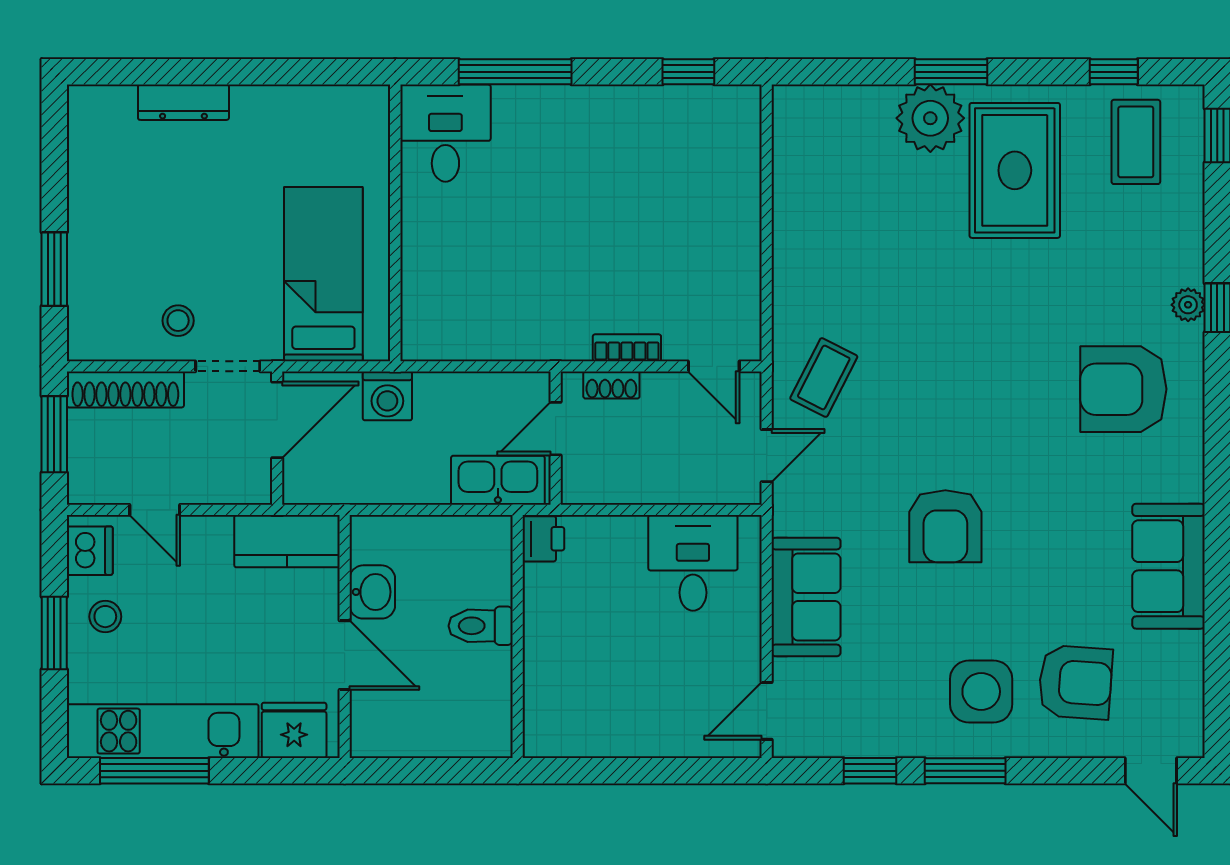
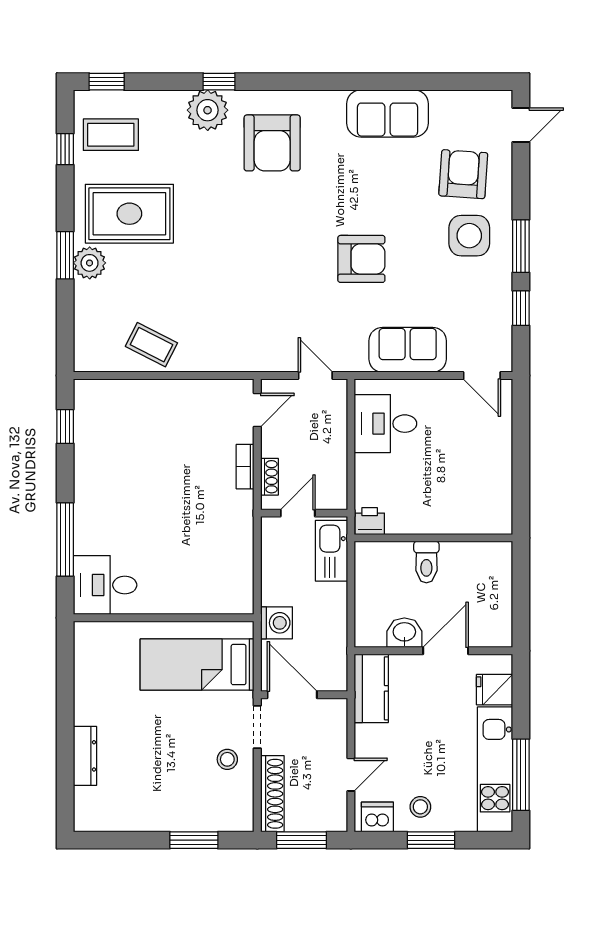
plant: (930, 118) -> (90, 263), width x0.73, depth x0.73
plant: (1188, 305) -> (208, 110), width x1.87, depth x1.87
coffee table: (824, 377) -> (151, 345), moved
door: (556, 429) -> (298, 513), swing flipped
fridge: (294, 730) -> (495, 690), width x0.72

